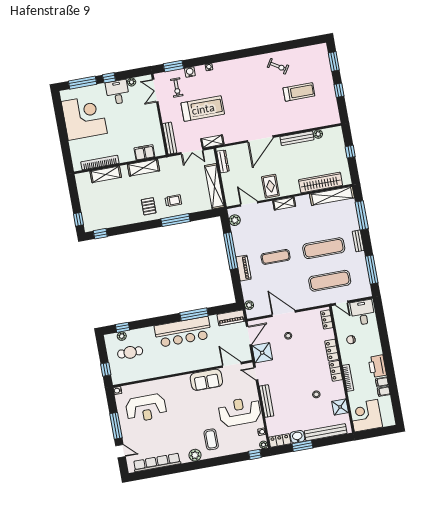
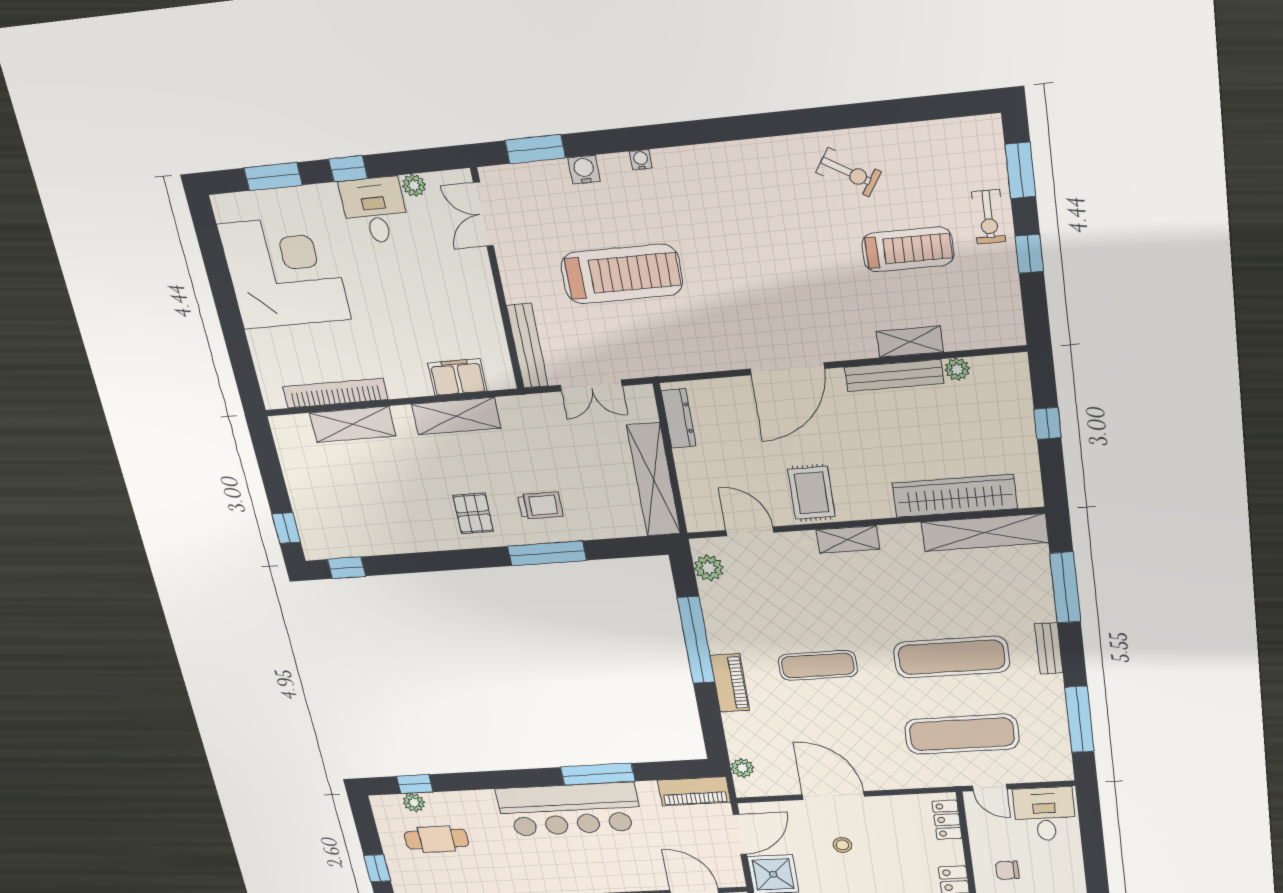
window: (83, 83) -> (273, 177), width x0.69
exercise bike: (177, 88) -> (988, 217), moved
shelving: (212, 141) -> (910, 342), moved

